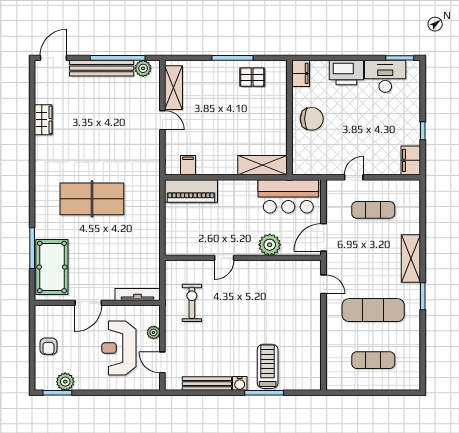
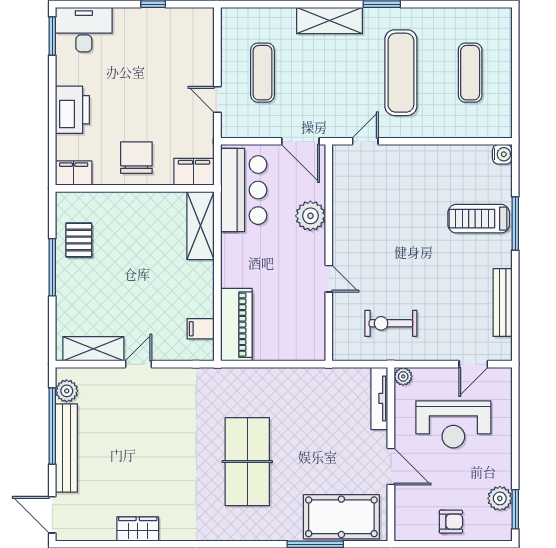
desk: (385, 76) -> (84, 30), moved, turned 90
filing cabinet: (411, 160) -> (194, 172), moved, turned 180
plant: (154, 332) -> (403, 376), moved
water cooler: (240, 383) -> (502, 154), moved

